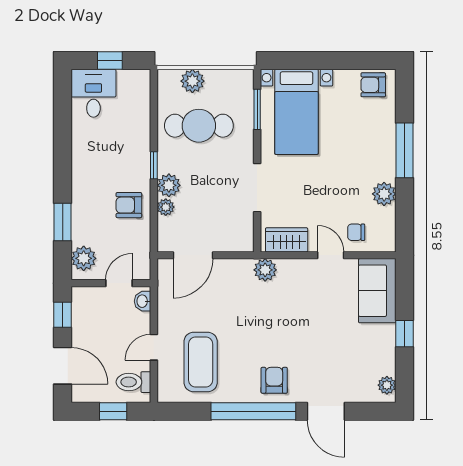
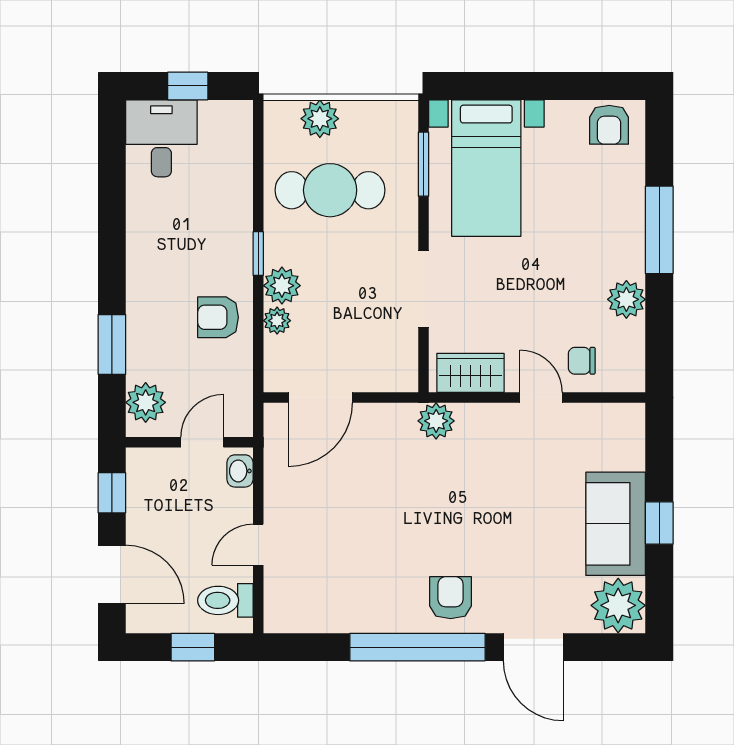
armchair: (373, 85) -> (609, 125), turned -90
sofa: (377, 291) -> (616, 524), moved
coffee table: (201, 362) -> (333, 568), removed
plant: (387, 385) -> (618, 605), width x1.88, depth x1.88

